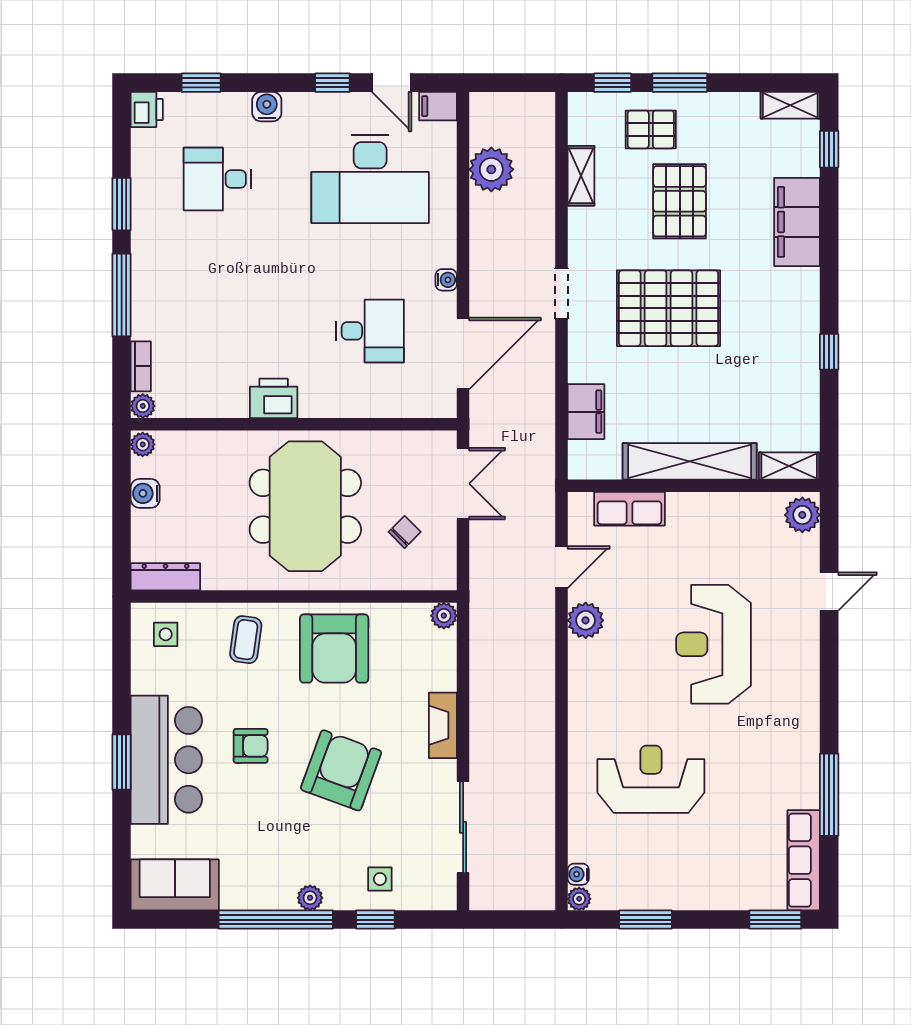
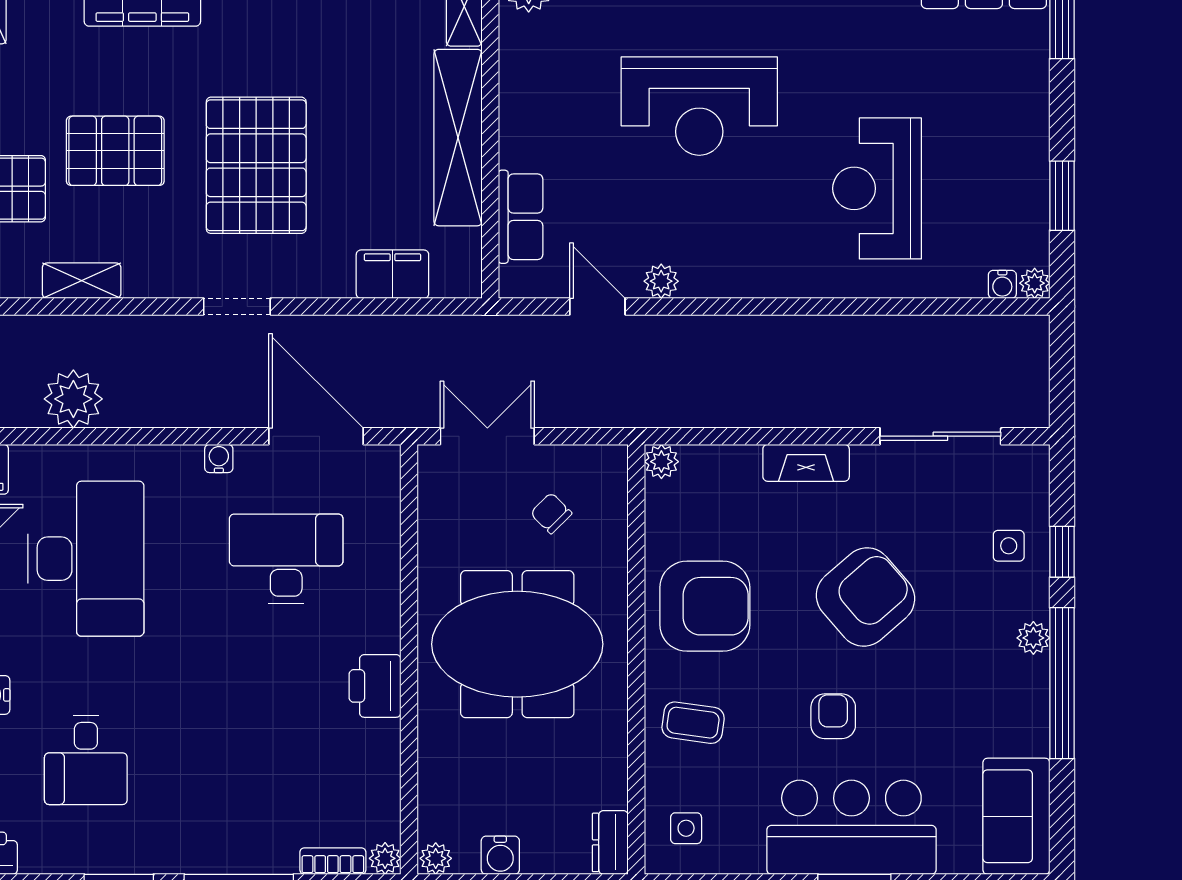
desk: (370, 331) -> (286, 559), width x1.37
dresser: (165, 577) -> (610, 842), width x0.70
plant: (586, 620) -> (661, 281), width x0.73, depth x0.73
armchair: (341, 770) -> (865, 597), turned 119

